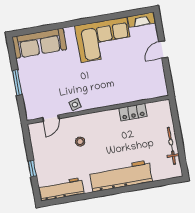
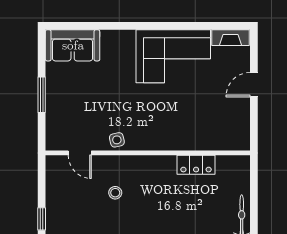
sofa: (39, 43) -> (73, 45), width x0.73
door: (51, 118) -> (80, 153), hinge flipped

